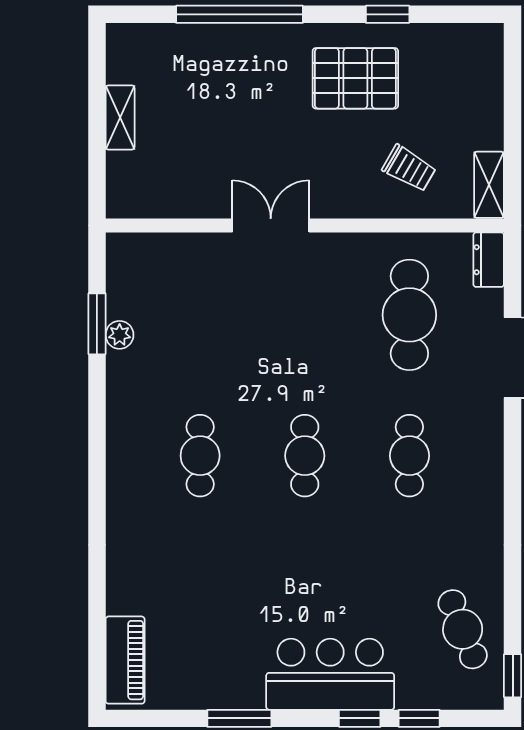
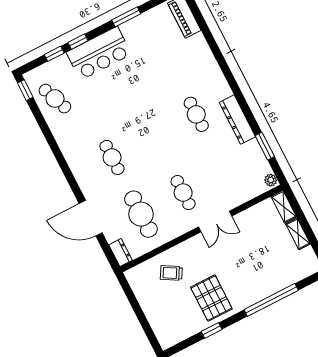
pallet: (355, 78) -> (211, 298), turned 90
shelving: (489, 185) -> (284, 207), moved
plant: (120, 335) -> (271, 180), moved
dresser: (124, 404) -> (237, 120), added
cafe table: (305, 456) -> (183, 193), moved

